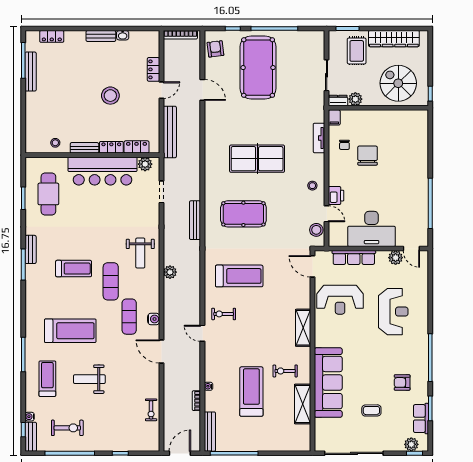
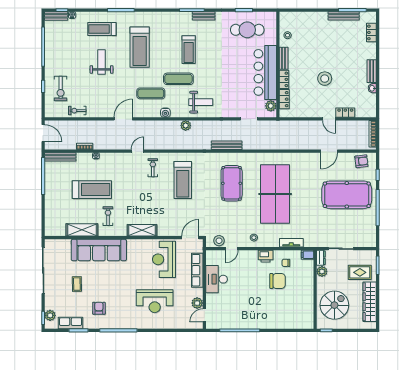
bench: (170, 132) -> (296, 125), removed
table tennis table: (257, 159) -> (275, 194), width x1.36, depth x1.32
printer: (336, 196) -> (266, 256), moved
desk: (372, 229) -> (217, 279), width x0.73, depth x0.77
weight bench: (140, 253) -> (201, 102), turned 180
water cooler: (154, 319) -> (165, 113), moved
treadmill: (47, 379) -> (102, 29), turned 180
exercise bike: (67, 428) -> (61, 88), moved

